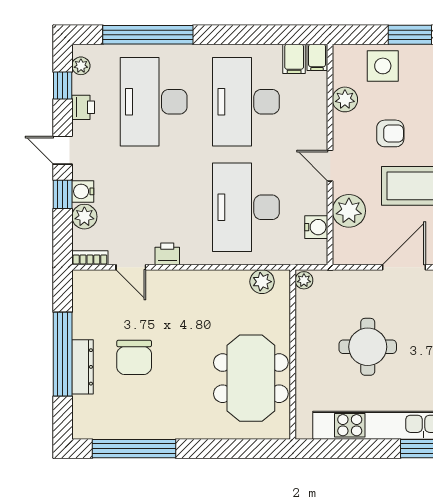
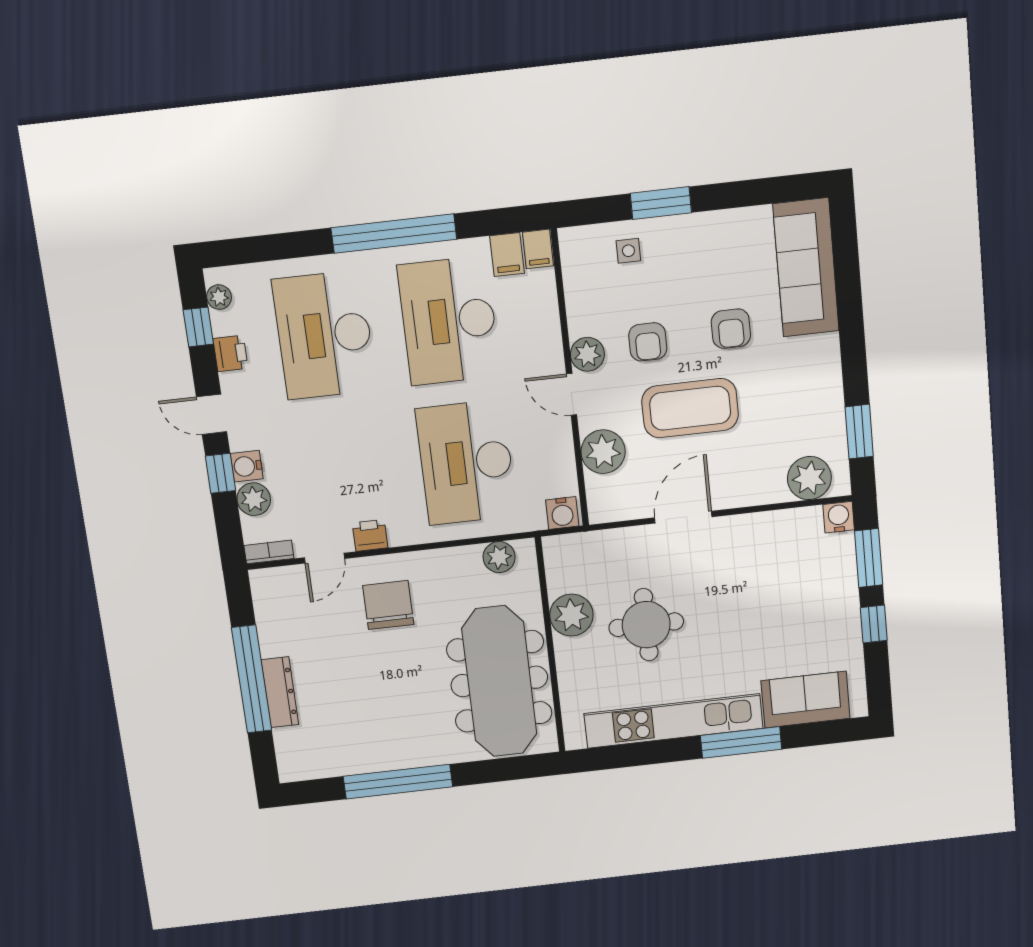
window: (148, 35) -> (394, 234), moved
side table: (383, 66) -> (628, 251), width x0.54, depth x0.54
plant: (345, 99) -> (587, 354), moved
armchair: (390, 133) -> (648, 342), turned 90
water cooler: (316, 227) -> (562, 513), moved, turned 90
door: (131, 267) -> (324, 558), hinge flipped
plant: (304, 280) -> (571, 615), moved, width x1.88, depth x1.88
chair: (134, 357) -> (388, 605), moved, turned 180
meeting table: (251, 378) -> (499, 681), width x1.36
window: (134, 449) -> (398, 782), moved

